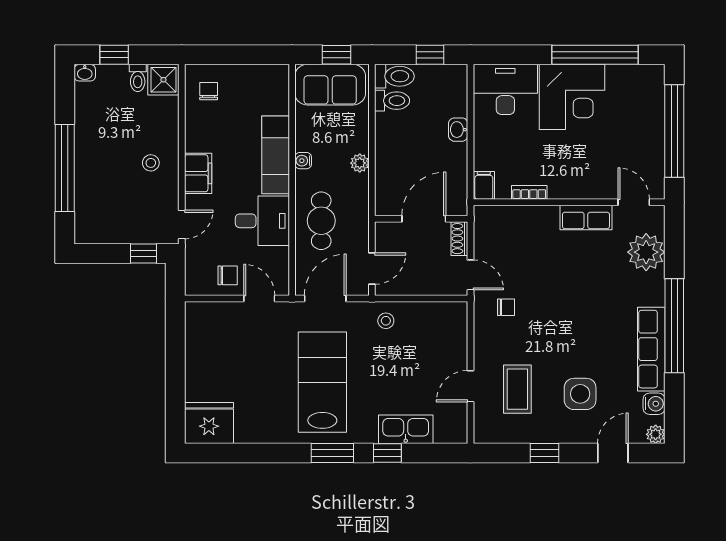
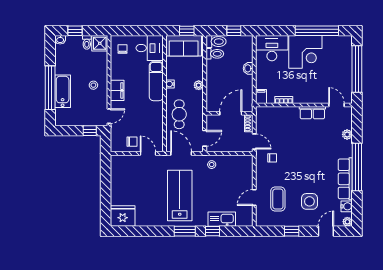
bathtub: (90, 175) -> (63, 91), added
desk: (262, 221) -> (150, 48), moved
plant: (646, 252) -> (347, 134), width x0.53, depth x0.53
door: (325, 299) -> (181, 153), hinge flipped

